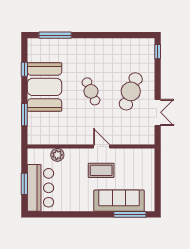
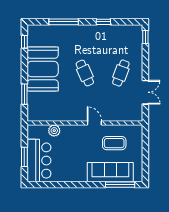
window: (55, 35) -> (64, 22), moved
window: (111, 35) -> (103, 22), added
window: (24, 69) -> (24, 42), moved
cafe table: (131, 91) -> (121, 73), width x0.73, depth x0.74
coffee table: (101, 170) -> (114, 143), moved

